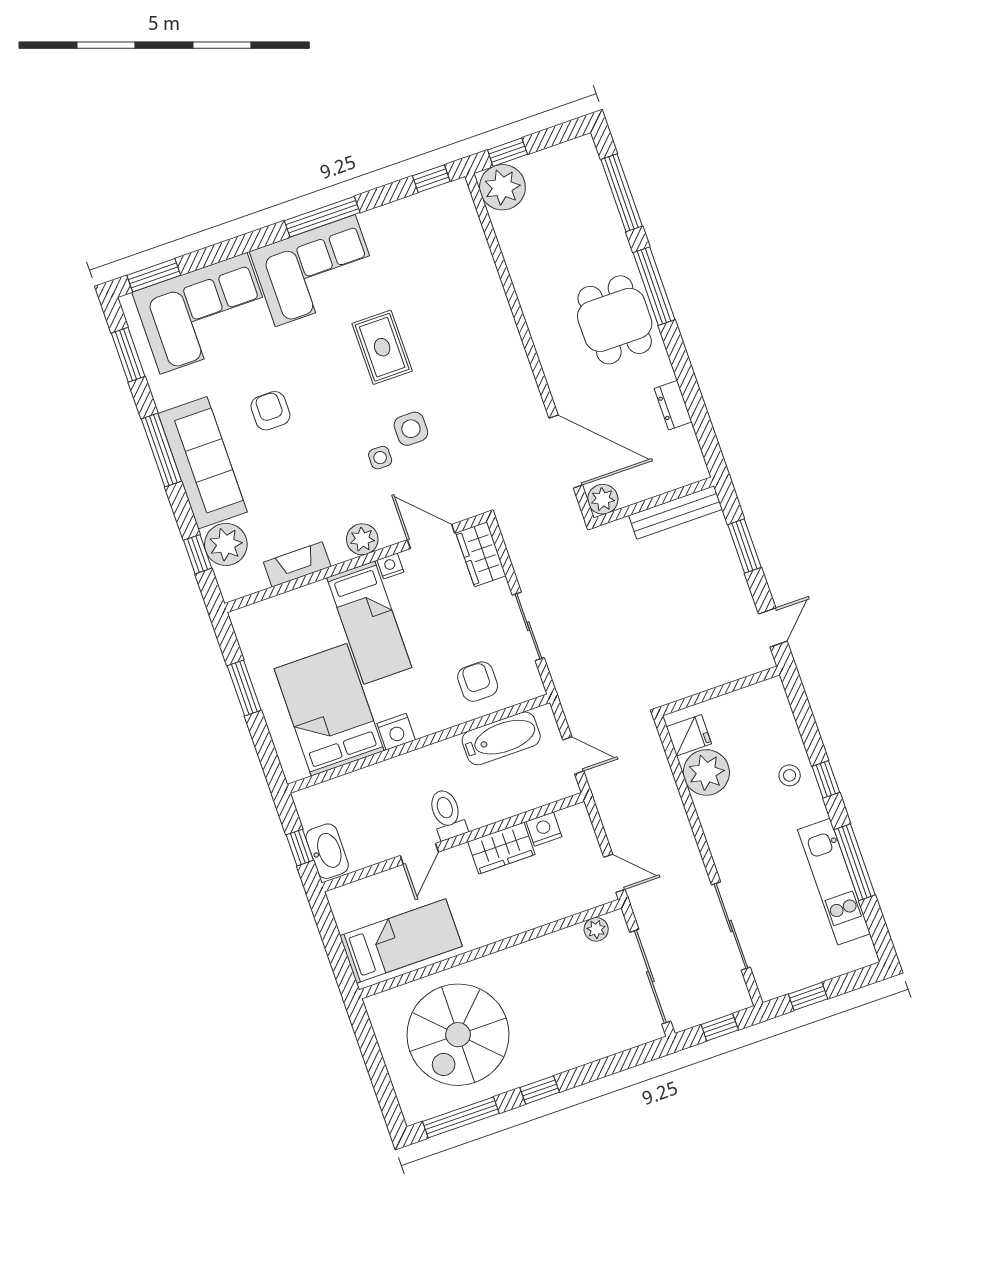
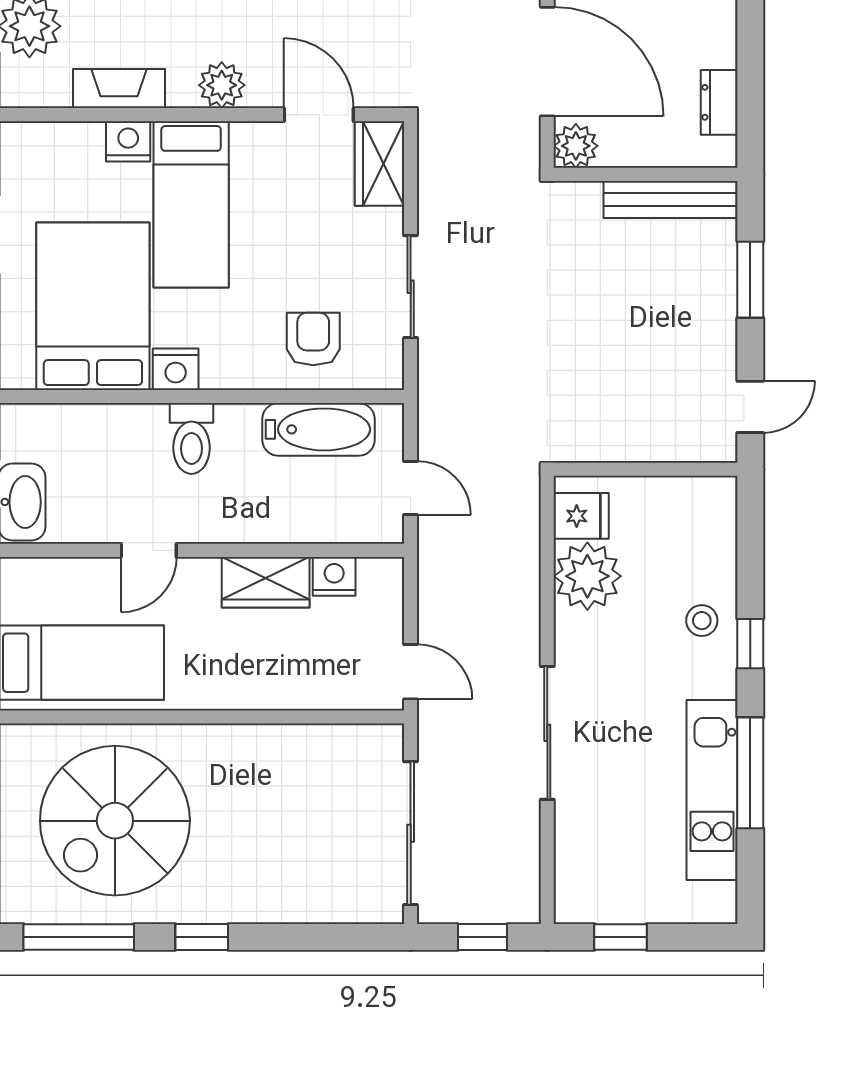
dresser: (673, 405) -> (719, 102), moved
nightstand: (390, 566) -> (128, 141), moved, width x1.39, depth x1.35
toilet: (447, 814) -> (191, 439), moved, turned 180
sliding door: (731, 926) -> (547, 733), moved
plant: (596, 929) -> (358, 741), removed

